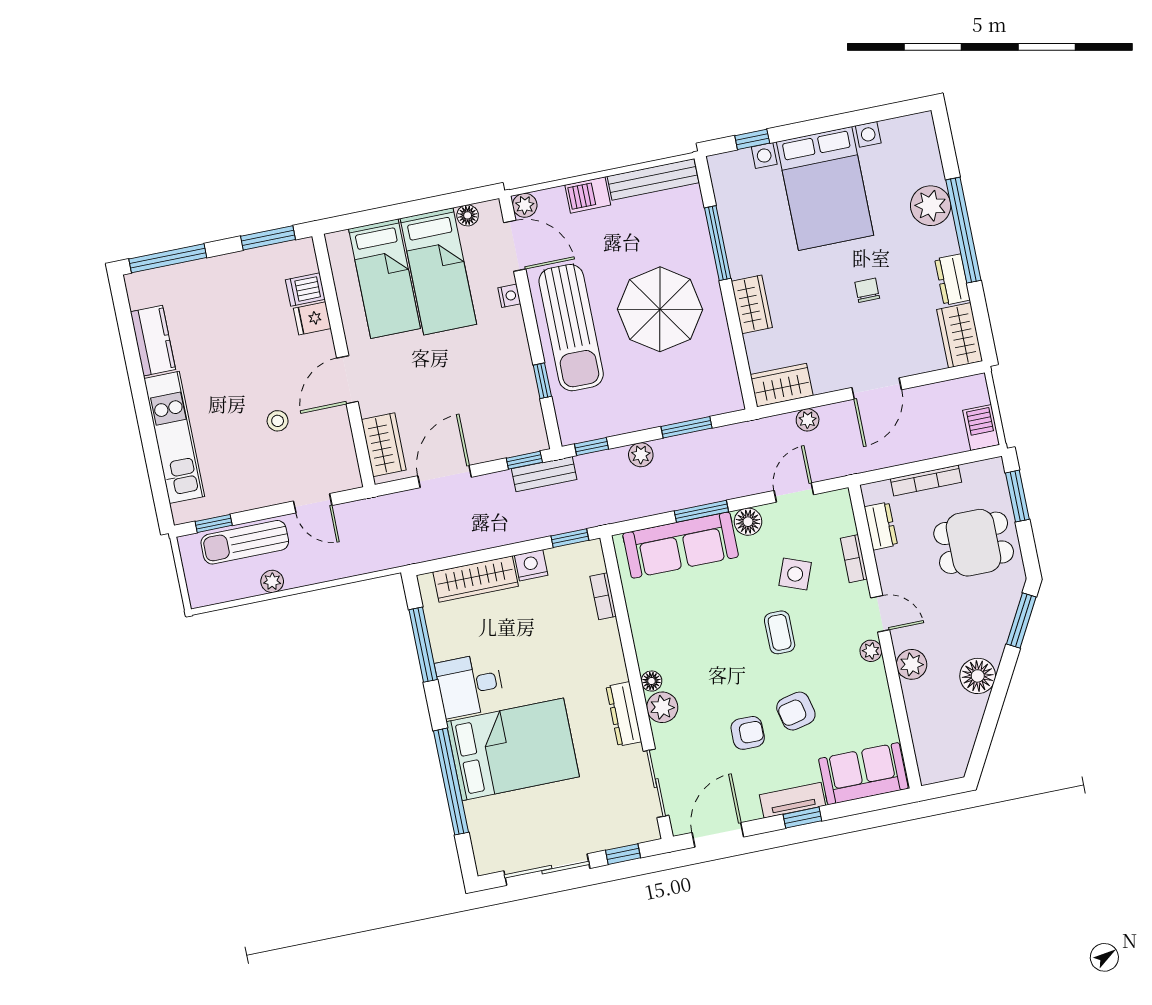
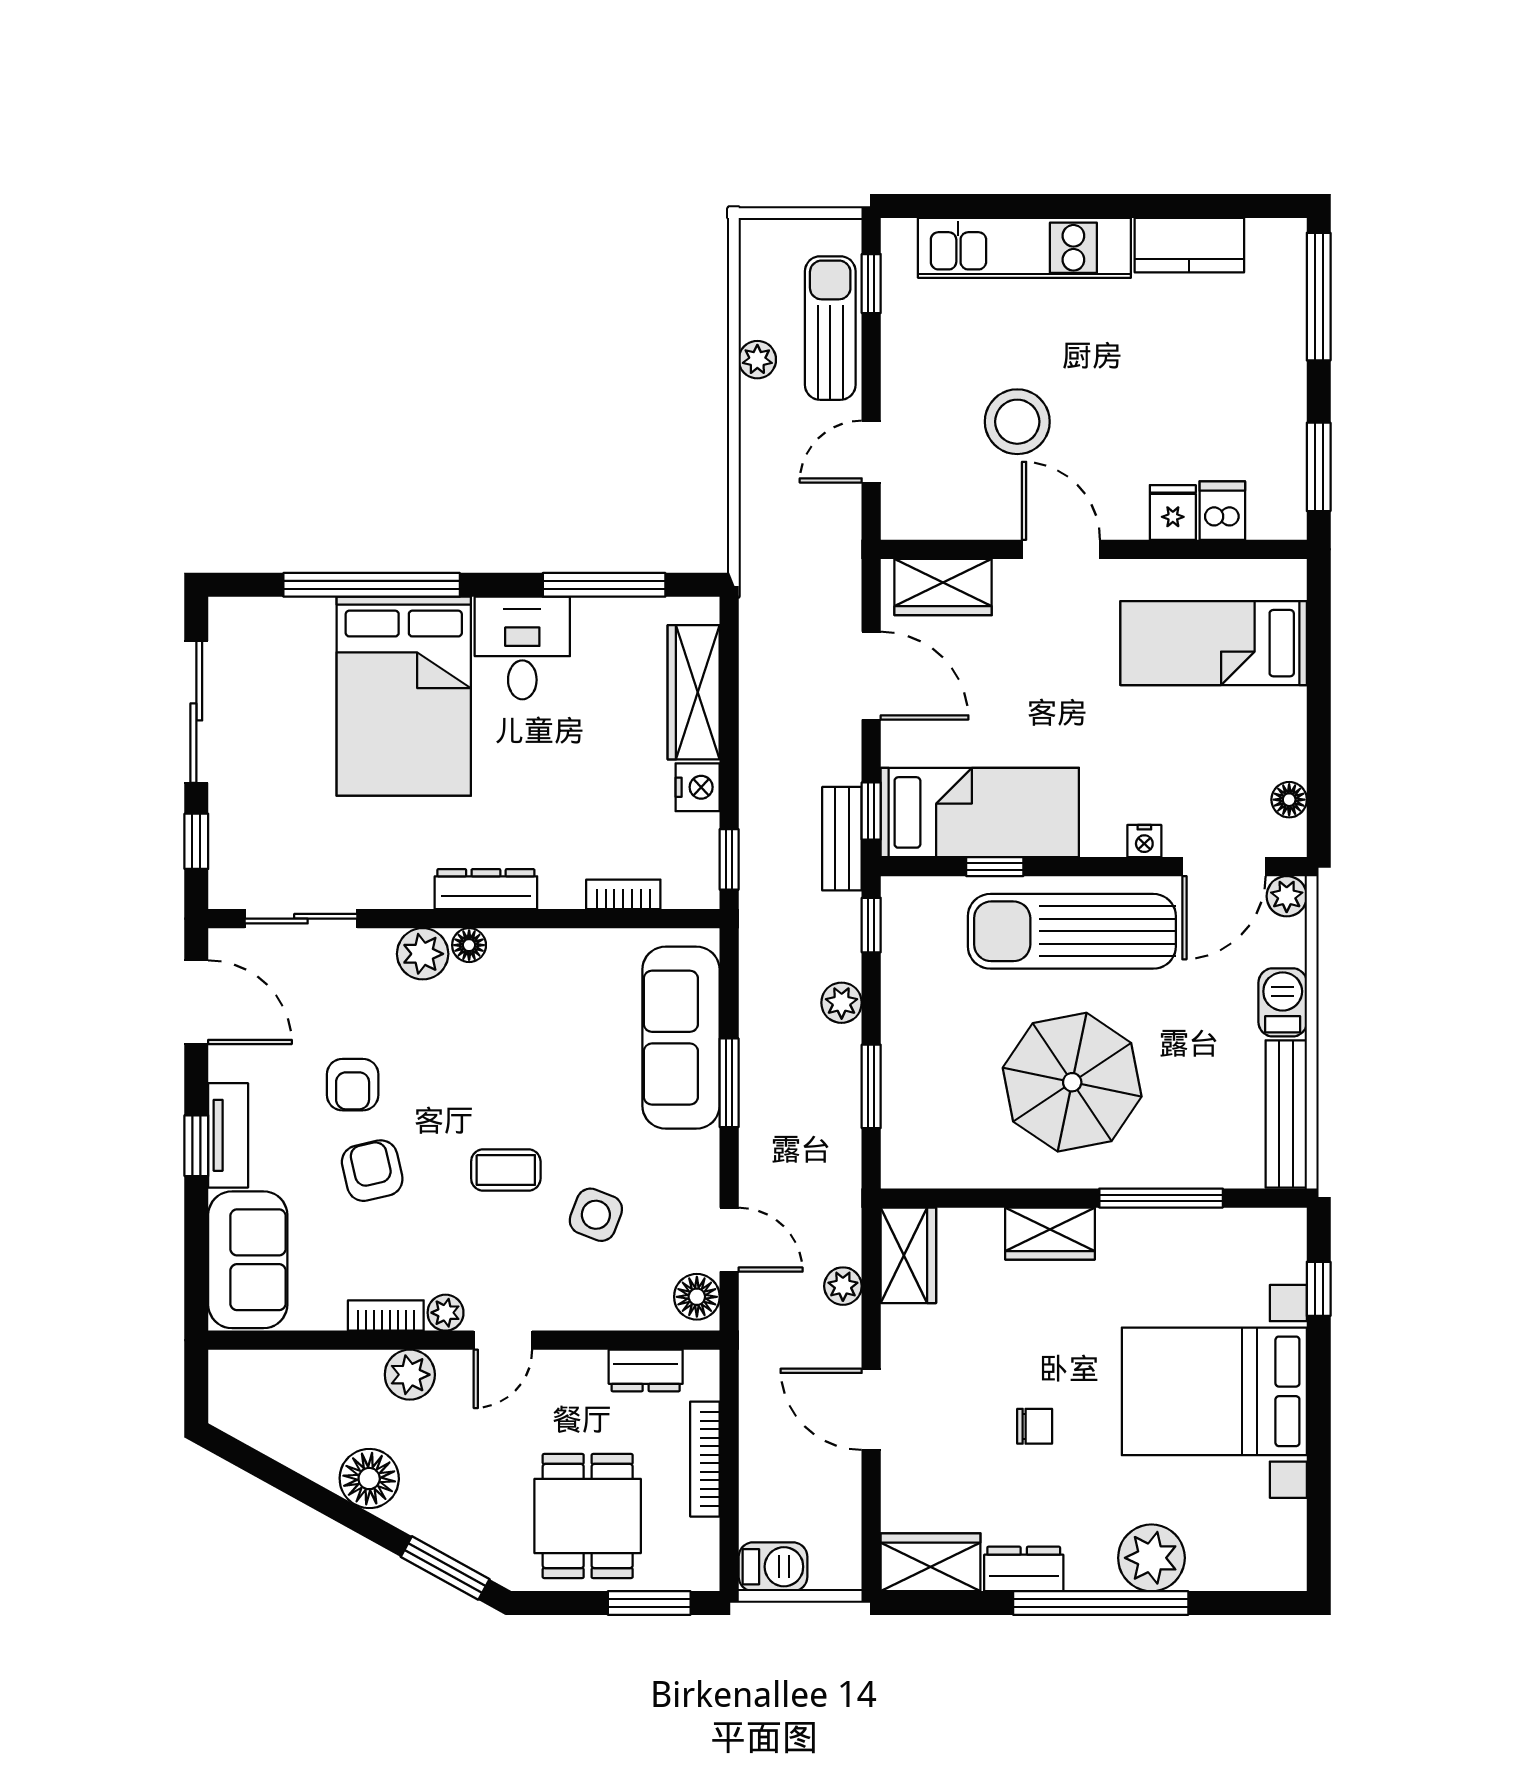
bed: (438, 271) -> (980, 812), moved, turned 180
stool: (278, 421) -> (1017, 422), width x1.89, depth x1.89
floor lamp: (748, 522) -> (697, 1297), moved
bookcase: (854, 559) -> (386, 1316), moved
dresser: (624, 714) -> (486, 889), moved

